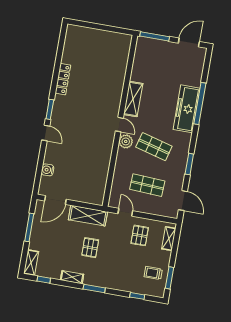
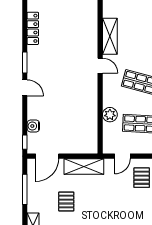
plant: (126, 141) -> (110, 115), moved
window: (37, 184) -> (25, 142), added
door: (125, 212) -> (122, 156), swing flipped
pallet: (90, 248) -> (66, 202), moved

